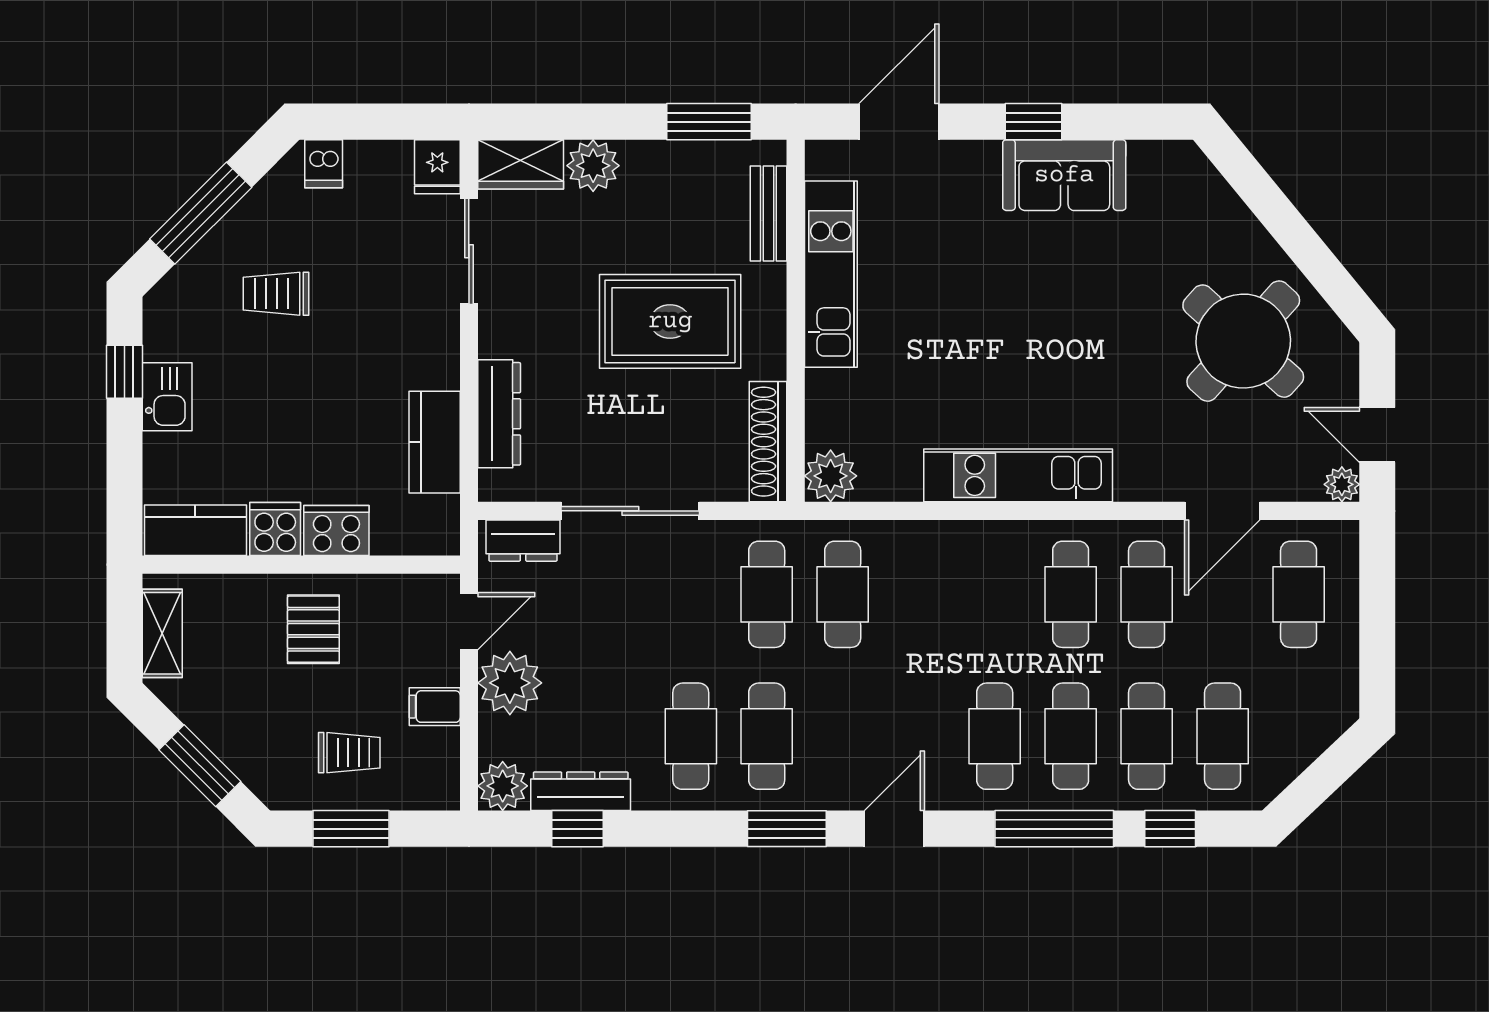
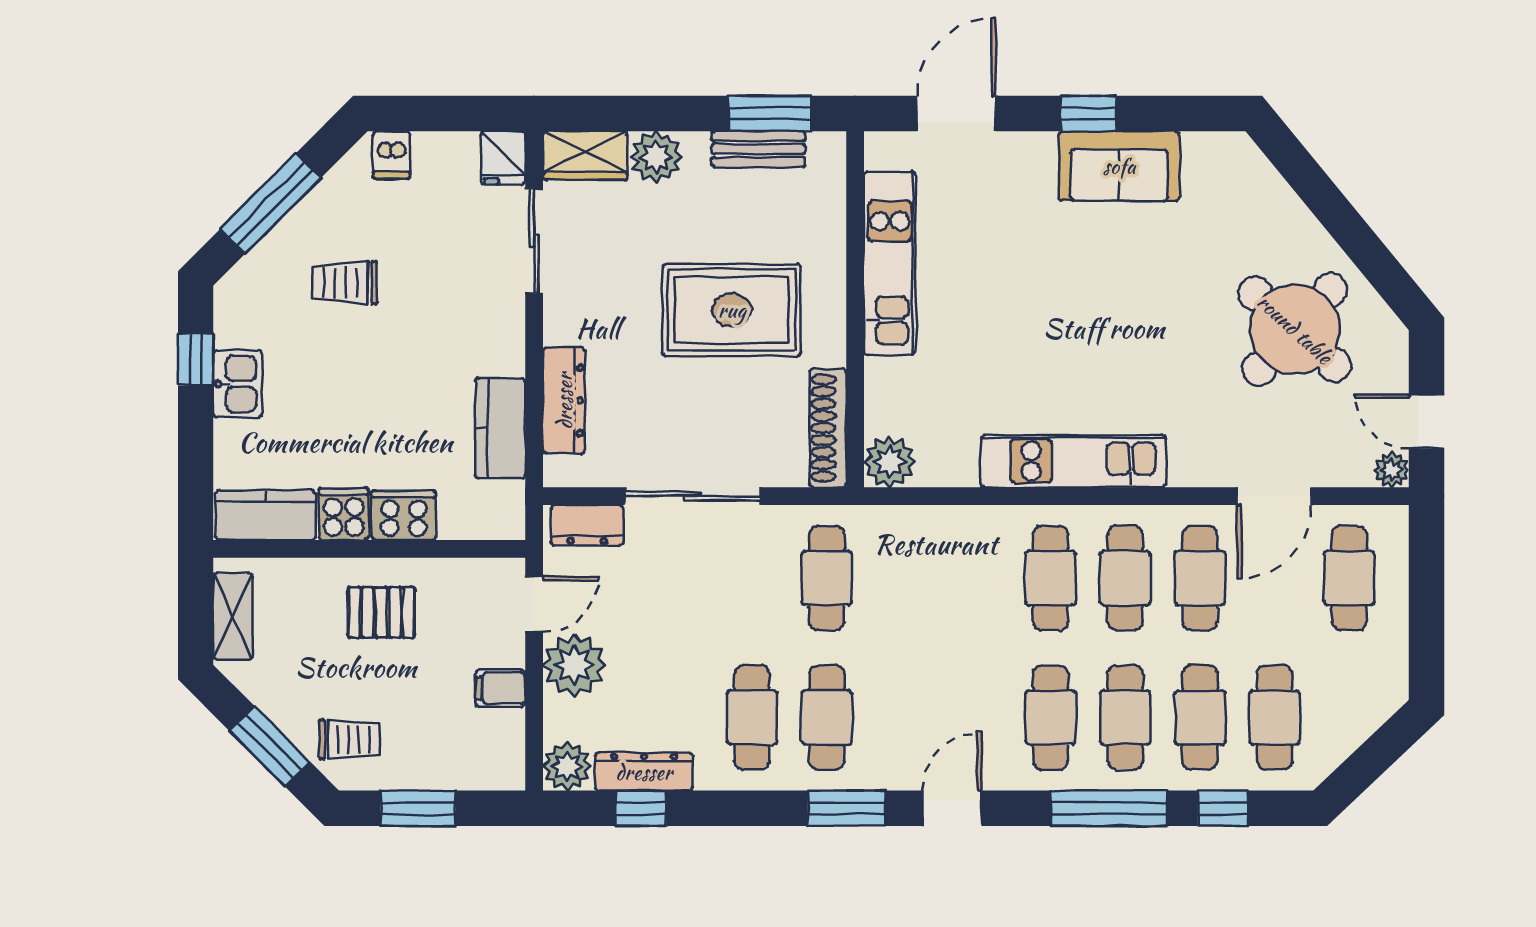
bench: (768, 213) -> (758, 149), moved, turned 90
cafe table: (843, 594) -> (1051, 578), moved
pallet: (313, 629) -> (381, 612), turned 90
trolley: (349, 753) -> (350, 739), moved

